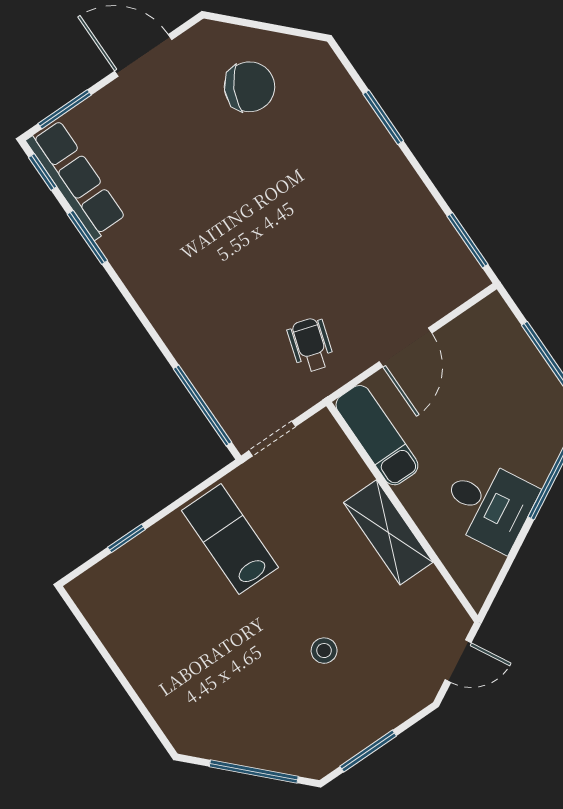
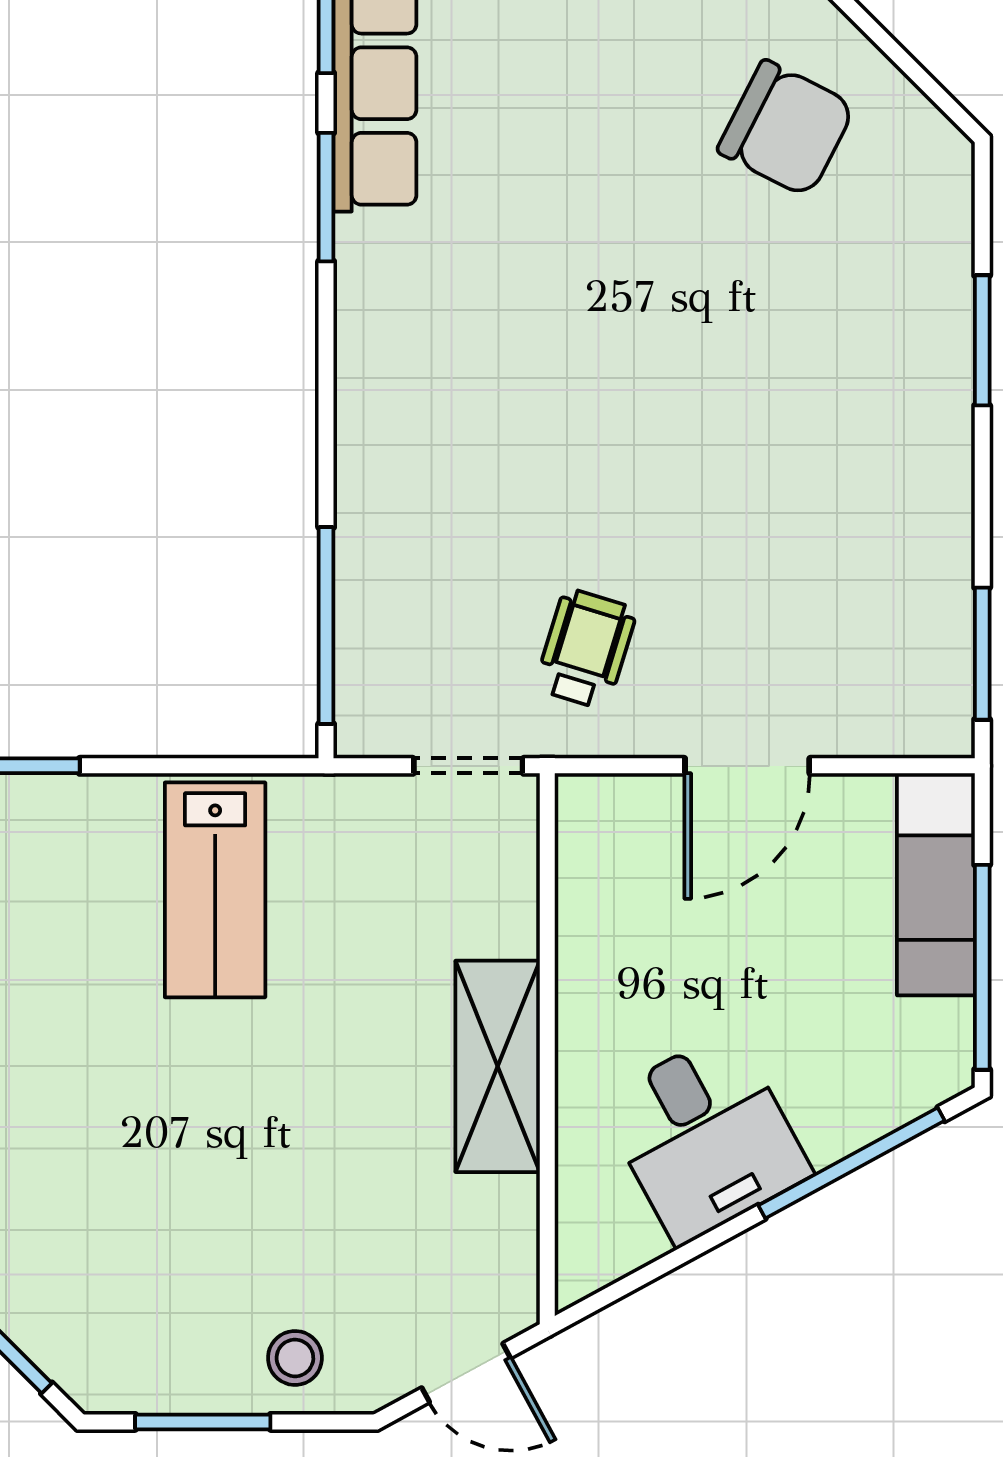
exam couch: (377, 435) -> (936, 884), moved, turned 180
doorway: (272, 439) -> (468, 766), moved
lab bench: (230, 539) -> (215, 890), turned 180
stool: (324, 651) -> (295, 1358), moved

